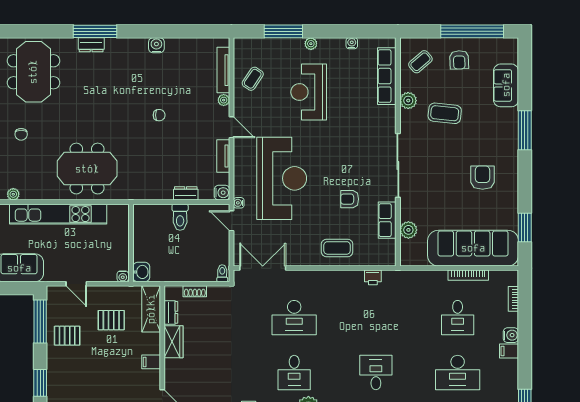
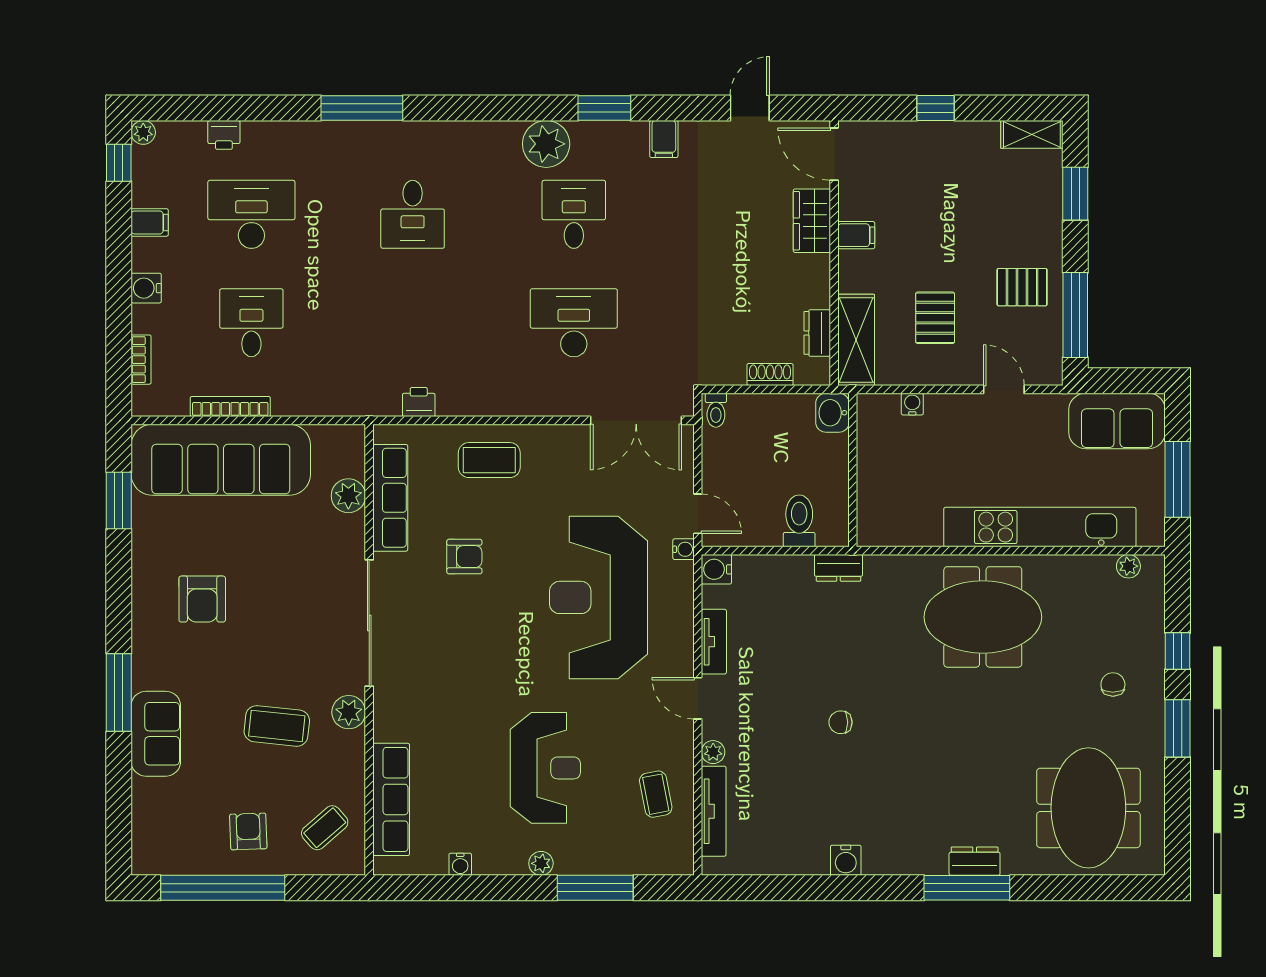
coffee table: (253, 79) -> (656, 794), turned -45
sofa: (506, 85) -> (156, 734), moved
plant: (408, 101) -> (349, 712), moved
dresser: (186, 193) -> (839, 568), moved
row of seats: (387, 220) -> (390, 498), width x1.48
wall: (131, 243) -> (853, 470), moved
washbasin: (141, 272) -> (832, 413), moved
pallet: (111, 320) -> (935, 318), turned 90
wardrobe: (174, 342) -> (812, 221), moved
filing cabinet: (509, 351) -> (150, 222), moved

